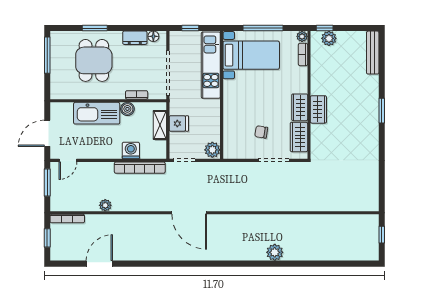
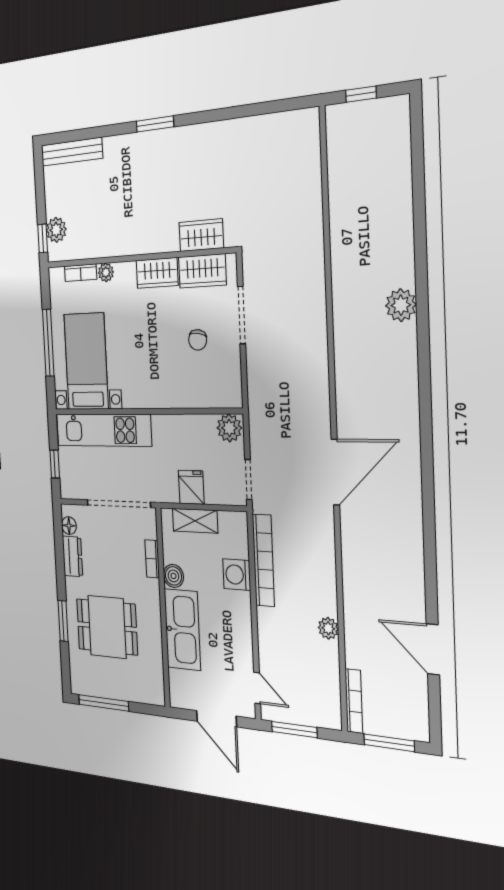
plant: (302, 36) -> (106, 272), moved
wardrobe: (318, 109) -> (201, 235), moved
window: (47, 238) -> (389, 743), width x1.50

